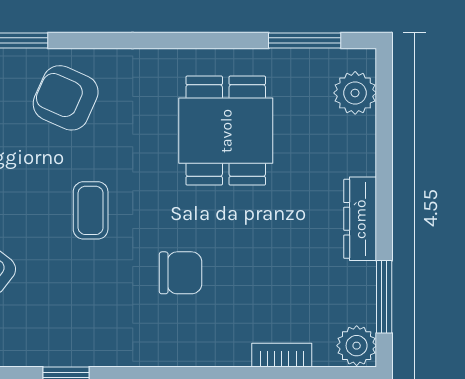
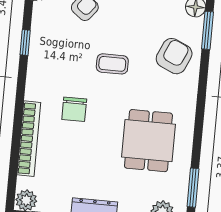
dining table: (226, 131) -> (148, 141), turned 90
bookcase: (282, 355) -> (29, 139), width x2.31, depth x1.31

